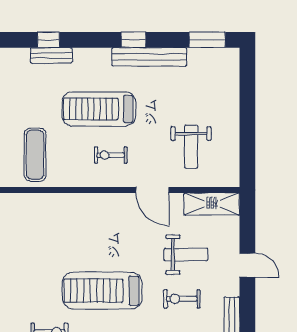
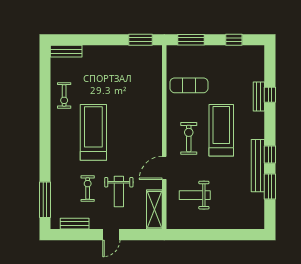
window: (207, 40) -> (270, 187), moved
exercise bike: (111, 155) -> (189, 138), width x1.38, depth x1.39

